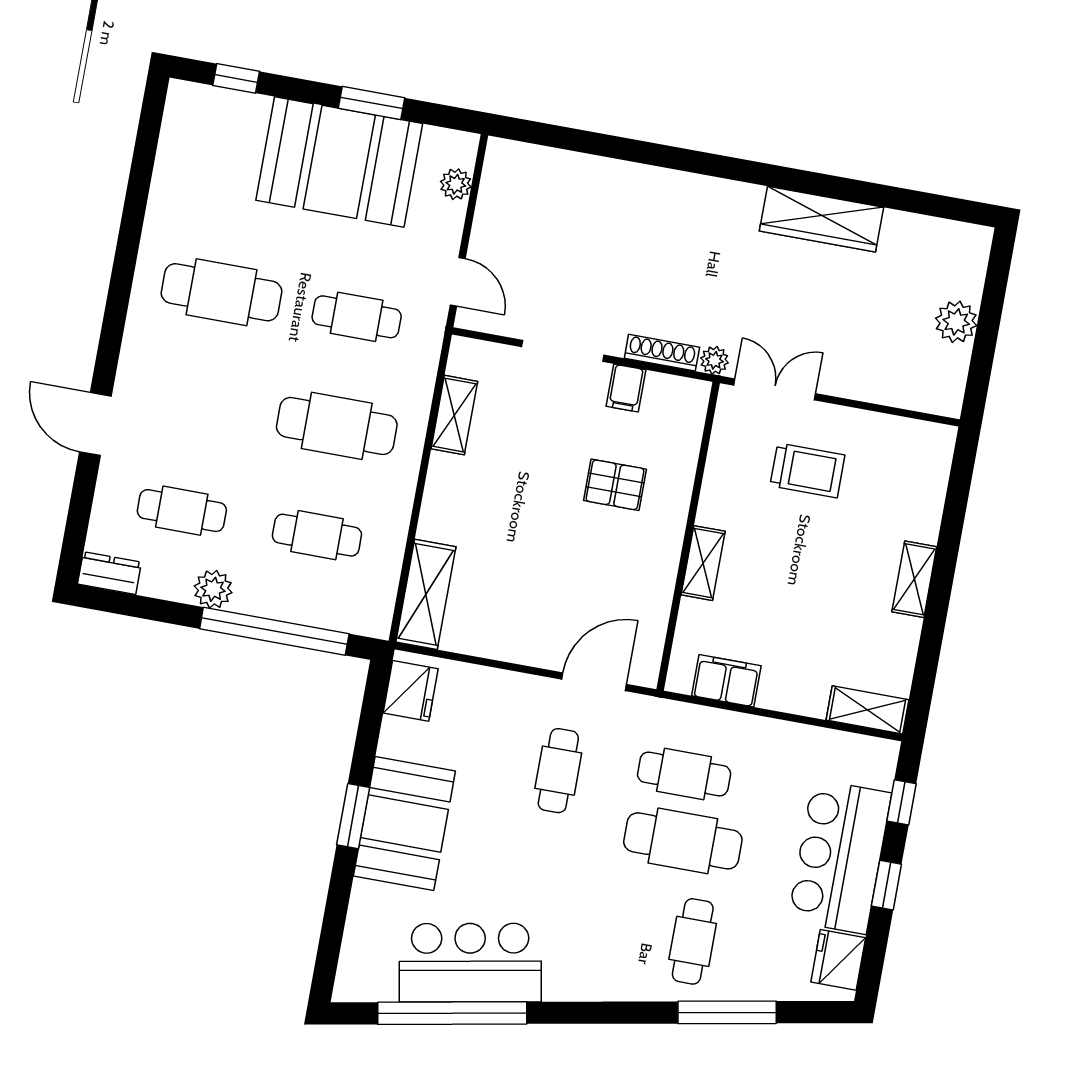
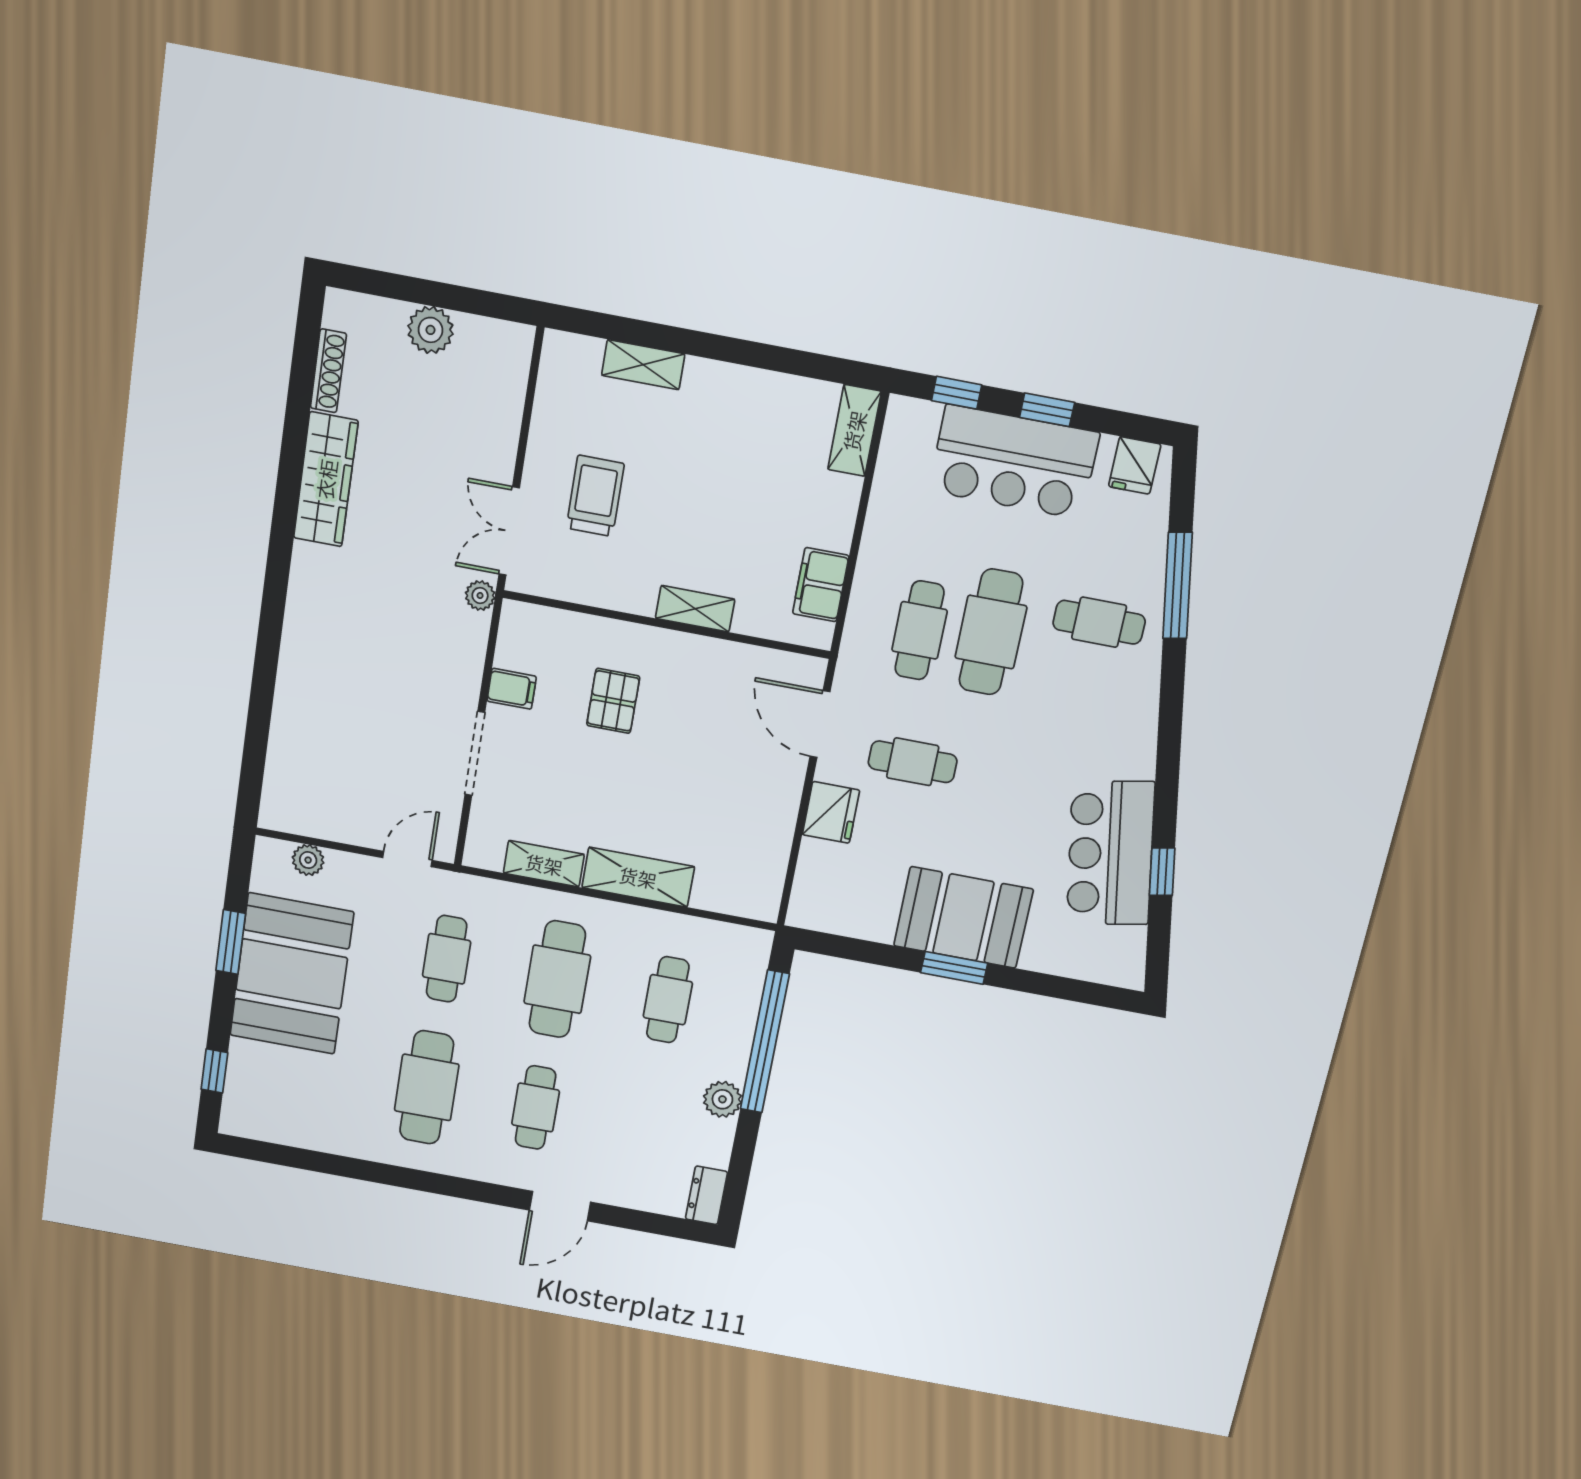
shoe rack: (662, 353) -> (328, 371), moved, turned 180
cafe table: (182, 511) -> (535, 1108), moved
shelving: (914, 579) -> (643, 365), moved
shelving: (426, 594) -> (638, 877), moved
fridge: (411, 691) -> (831, 812), moved, turned 90
fridge: (838, 960) -> (1135, 465), width x0.72
window: (452, 1013) -> (1162, 872), width x0.32

